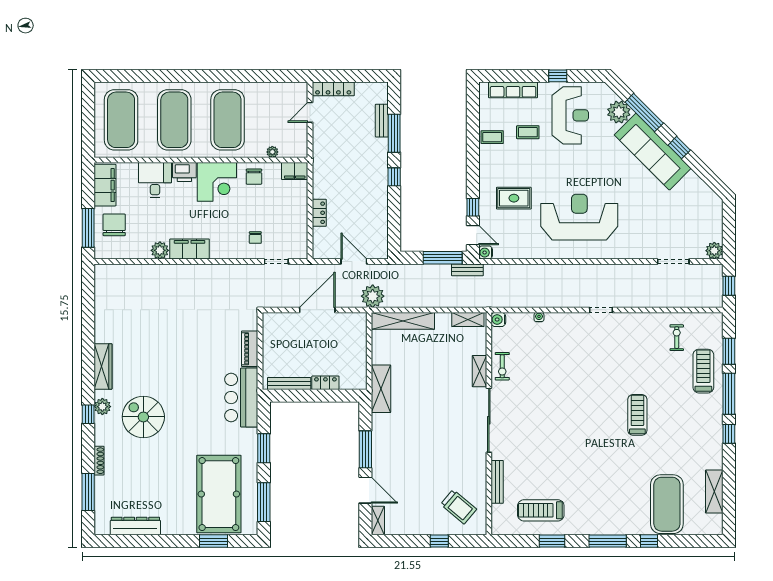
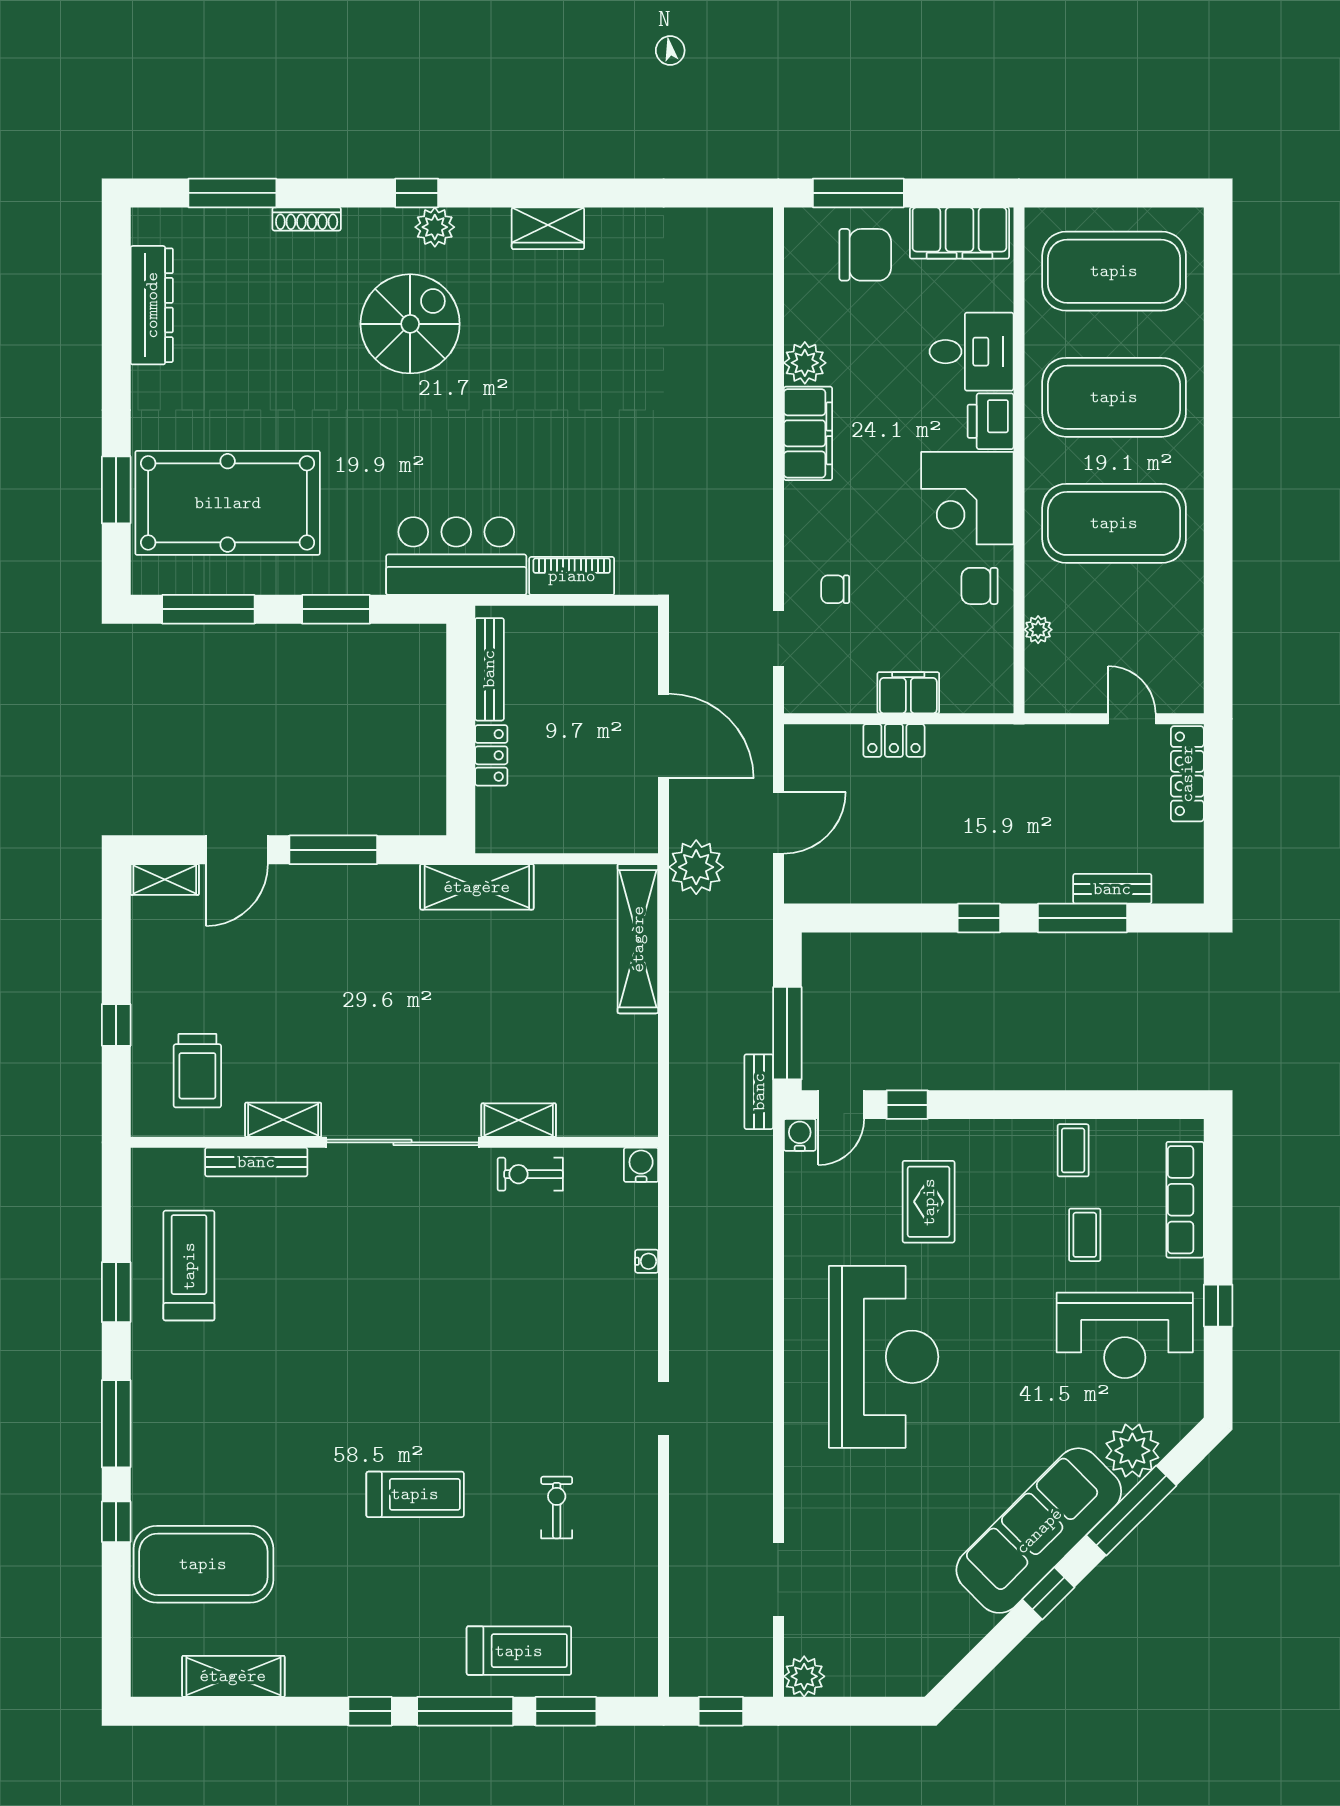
filing cabinet: (295, 171) -> (908, 693), moved, turned 90
shelving: (468, 319) -> (283, 1120), moved, turned 90
exercise bike: (677, 338) -> (557, 1507), moved, turned -90
wardrobe: (103, 366) -> (548, 228), width x0.67
trolley: (459, 507) -> (197, 1071), turned -40

